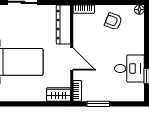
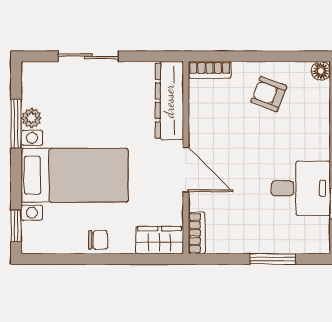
chair: (28, 94) -> (98, 240), added
window: (98, 104) -> (273, 259), moved

